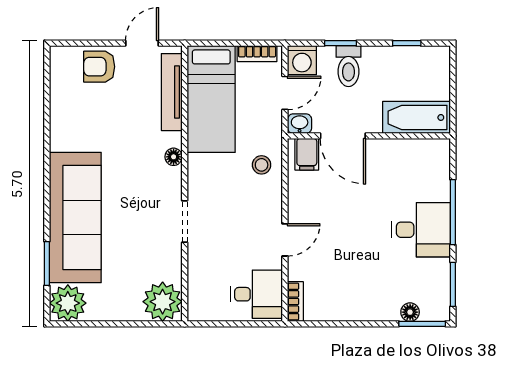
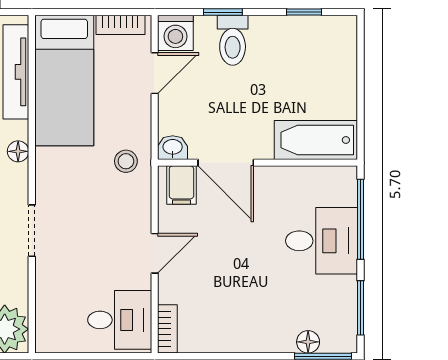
bathtub: (416, 117) -> (316, 140), moved
washbasin: (300, 124) -> (173, 148), moved
door: (343, 136) -> (226, 163), moved
wall: (369, 136) -> (258, 163), moved
filing cabinet: (307, 154) -> (181, 185), moved

